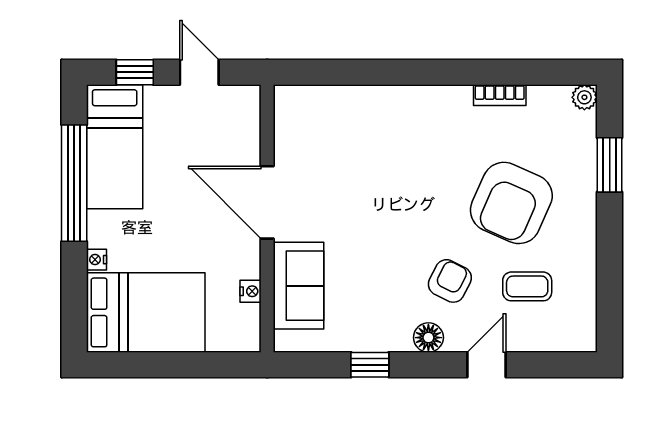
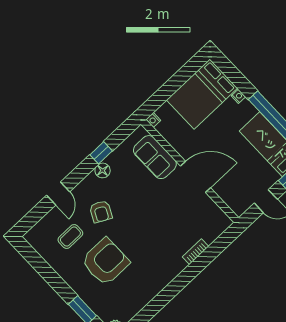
bookcase: (500, 95) -> (196, 252), moved
armchair: (511, 203) -> (105, 262), turned 66
nightstand: (251, 291) -> (153, 120), moved
floor lamp: (428, 338) -> (103, 170), moved

